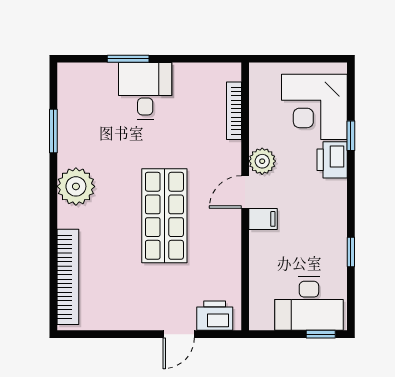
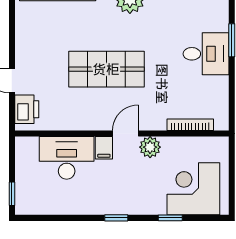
printer: (332, 160) -> (151, 203), removed
door: (245, 192) -> (125, 134), hinge flipped
window: (351, 252) -> (116, 218), moved
desk: (309, 304) -> (67, 158), moved, turned 90

